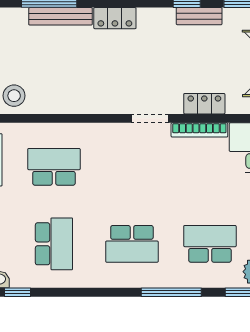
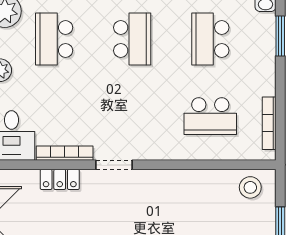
school desk: (132, 244) -> (132, 39), turned 90
school desk: (210, 244) -> (54, 39), turned 90

